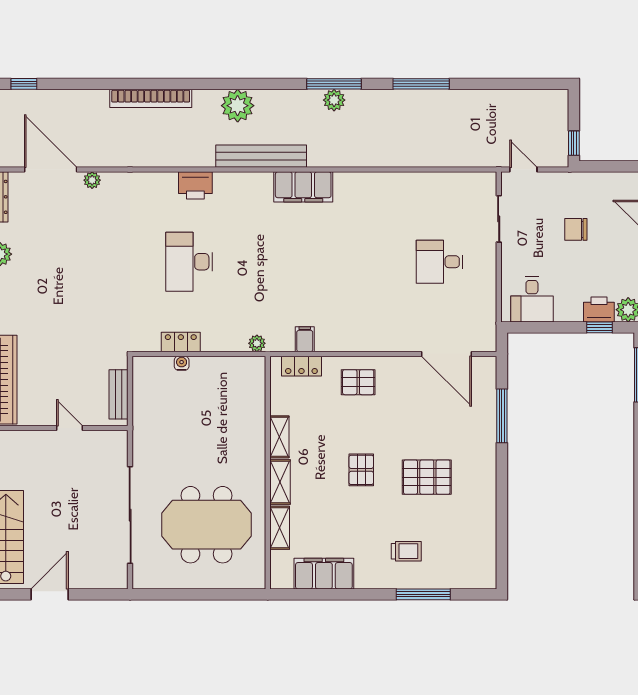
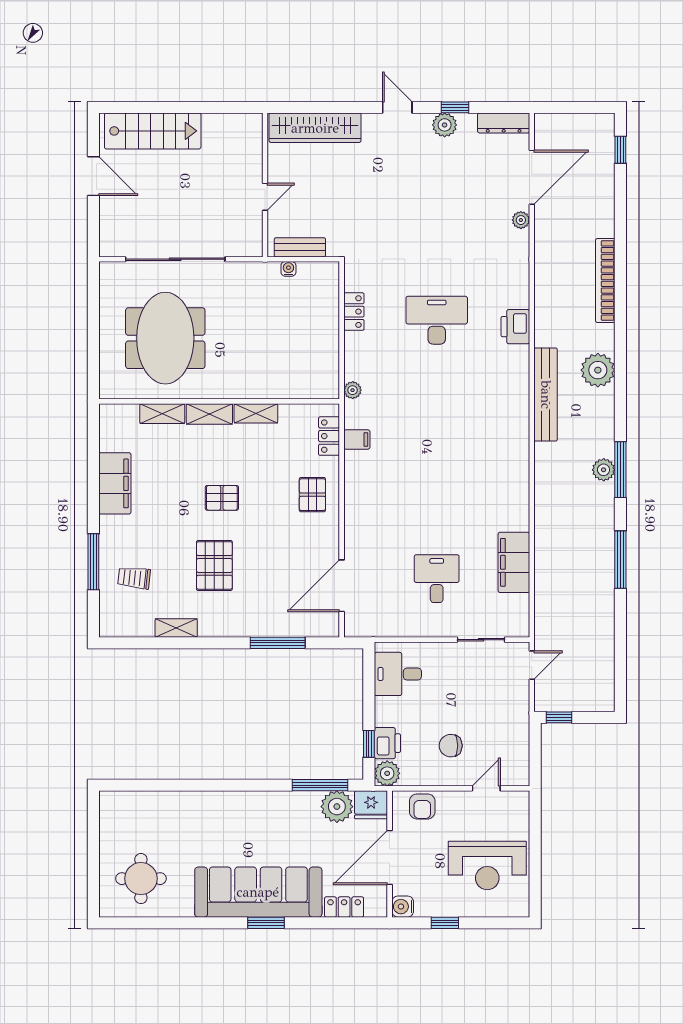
filing cabinet: (303, 187) -> (514, 562), moved
chair: (576, 229) -> (451, 746), moved, turned -90
water cooler: (182, 363) -> (288, 269), moved, turned -90
shelving: (487, 514) -> (176, 628), added
trolley: (406, 551) -> (134, 578), moved, turned 96
filing cabinet: (324, 574) -> (115, 483), moved

